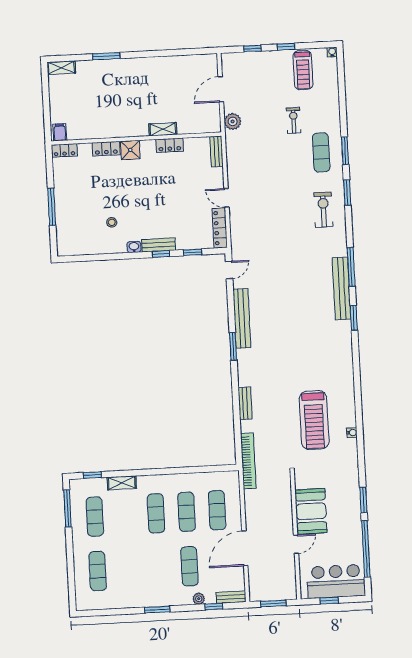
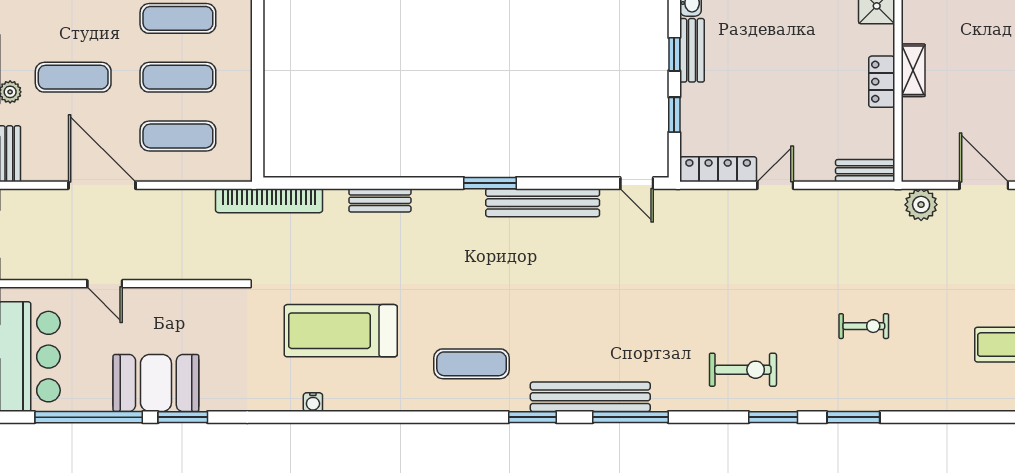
exercise bike: (294, 120) -> (864, 326), moved
exercise mat: (321, 152) -> (472, 364), moved
booth: (311, 511) -> (156, 383), moved

